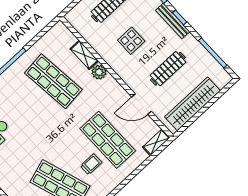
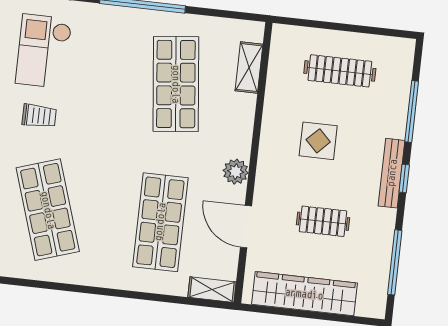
shelving: (84, 55) -> (249, 68), moved
clothes rail: (168, 69) -> (323, 221), width x0.73
plant: (99, 72) -> (236, 172), moved
trolley: (91, 164) -> (39, 116), moved

